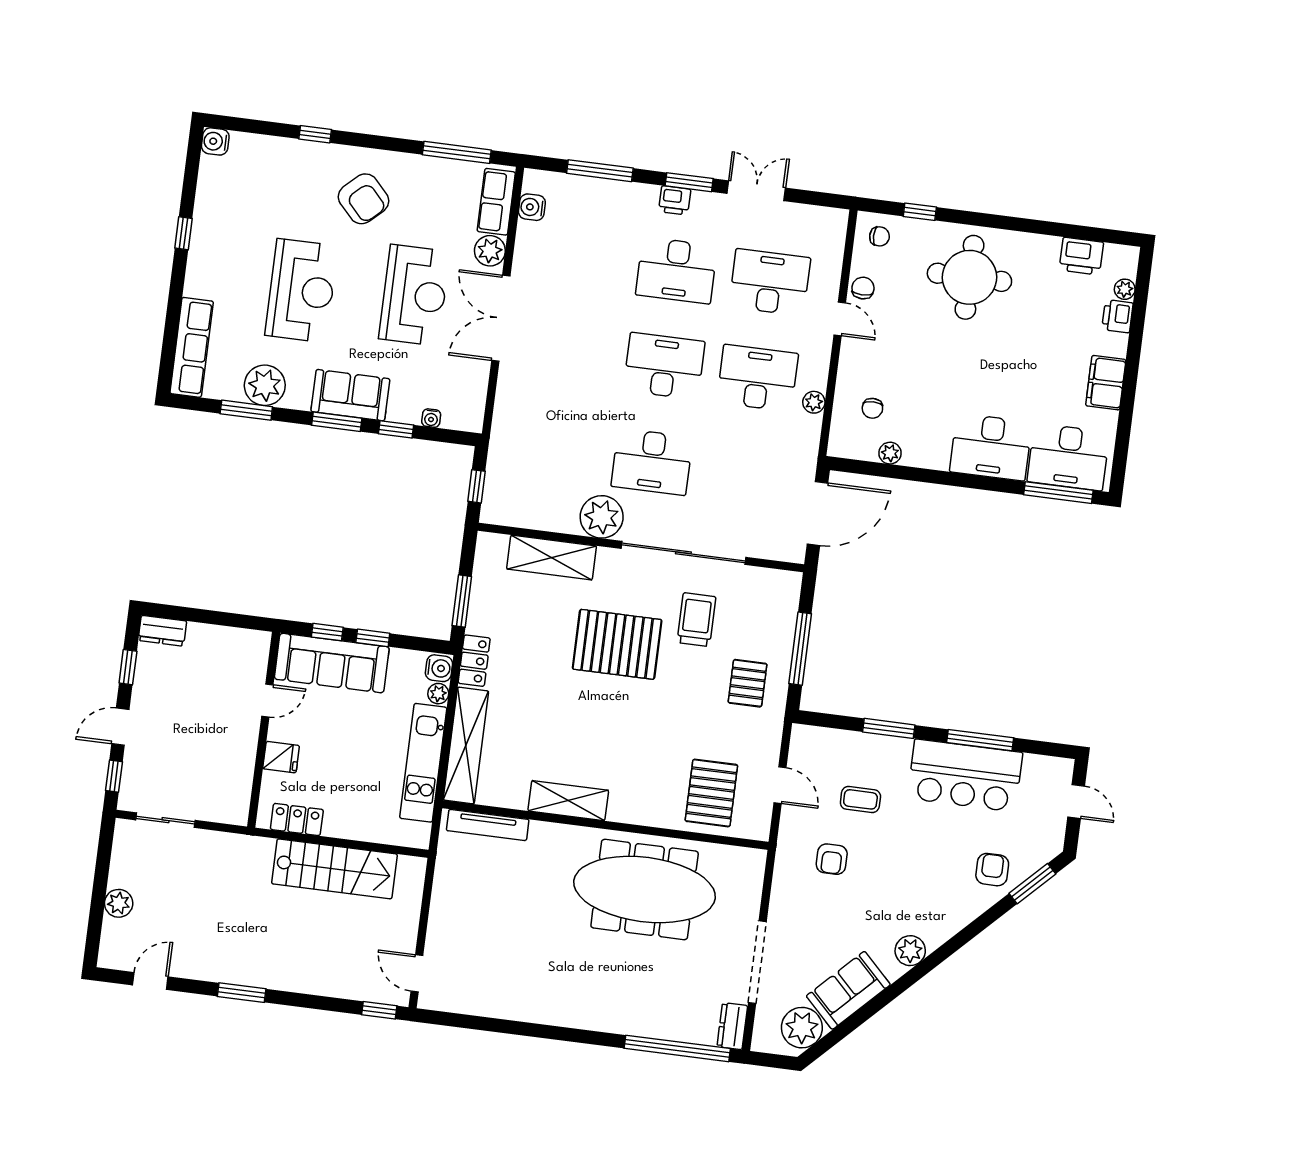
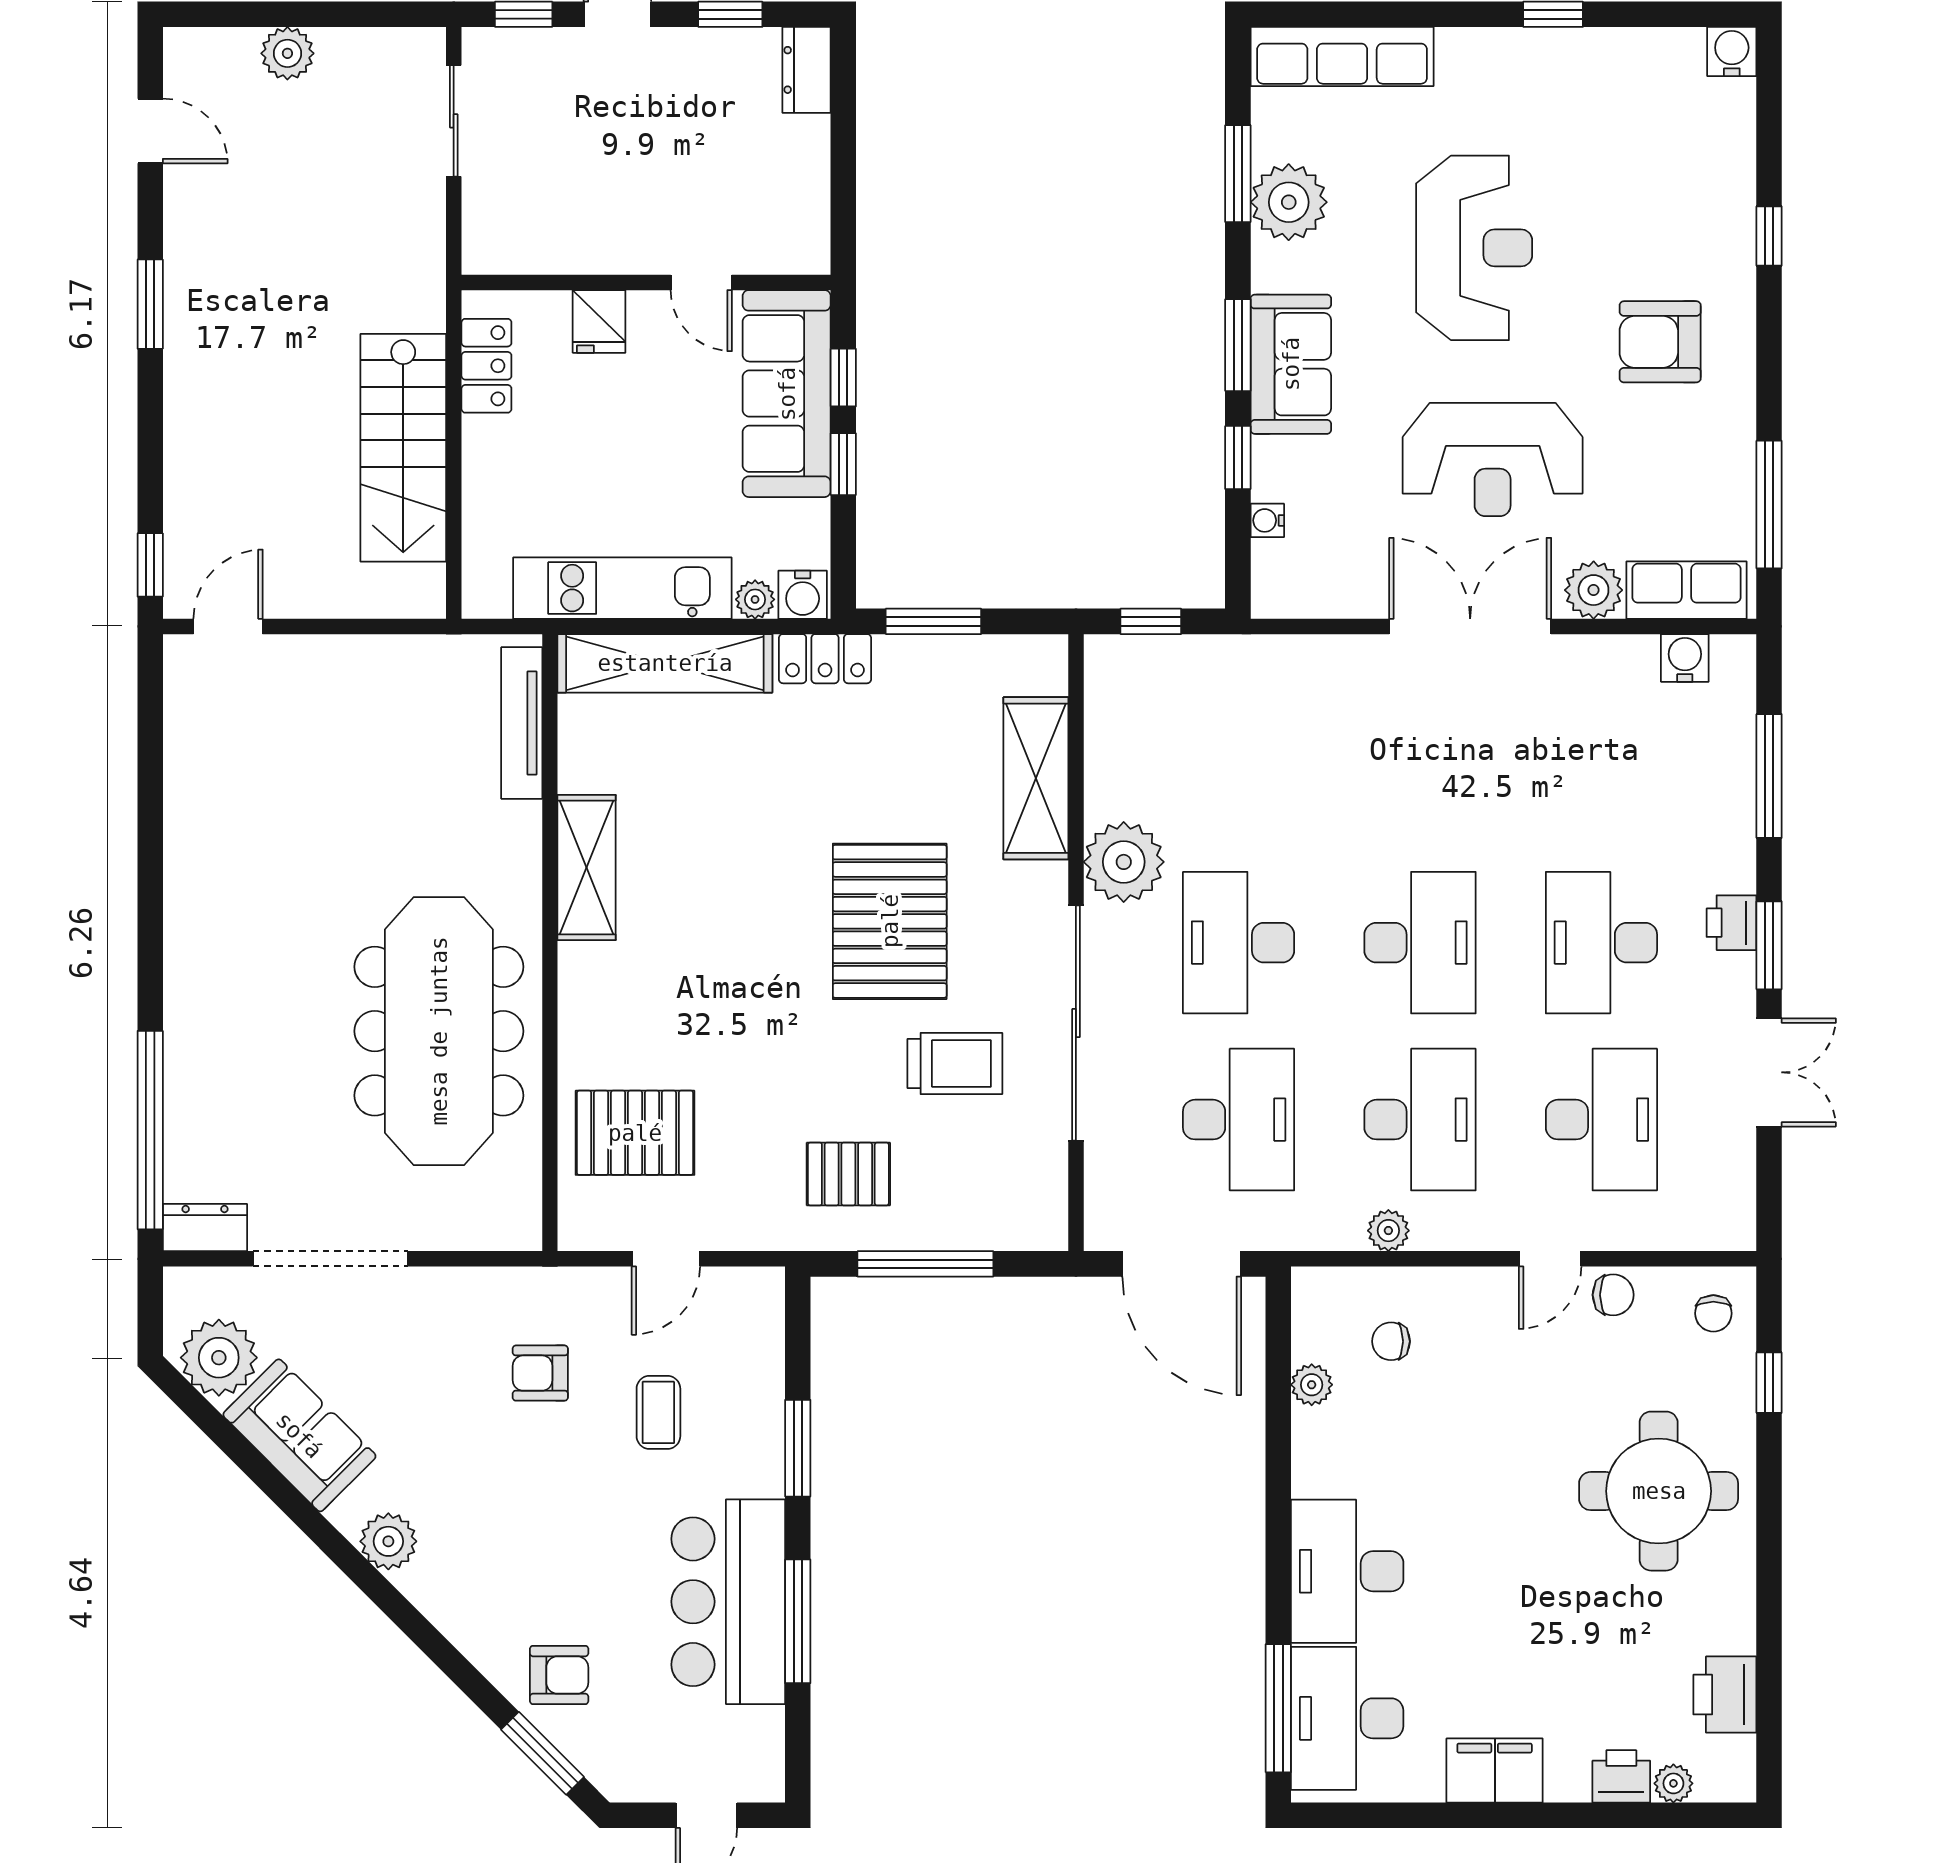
armchair: (364, 199) -> (1660, 342), turned 43
reception desk: (301, 291) -> (1474, 248), turned -90
desk: (745, 474) -> (1239, 1120), added

